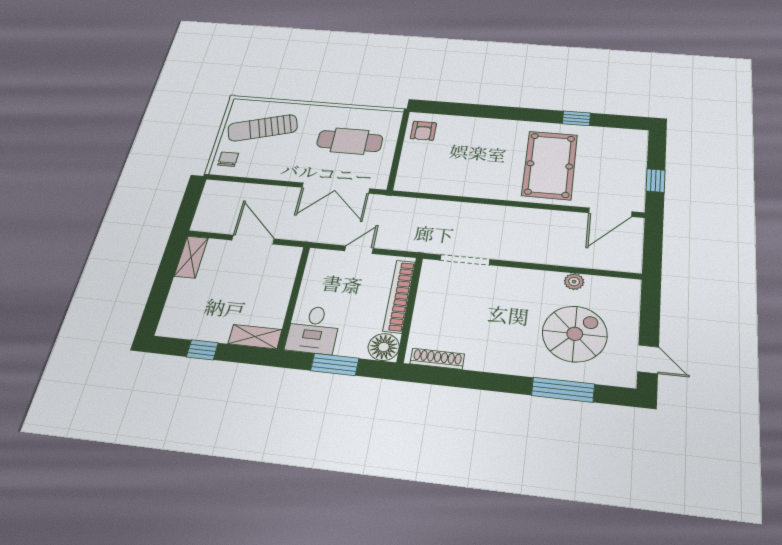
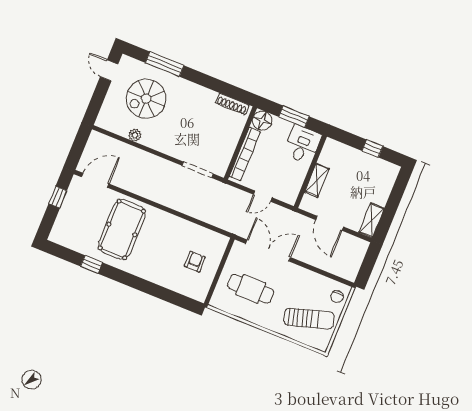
armchair: (423, 131) -> (195, 262), moved
shelving: (255, 337) -> (317, 180), moved, turned 90

